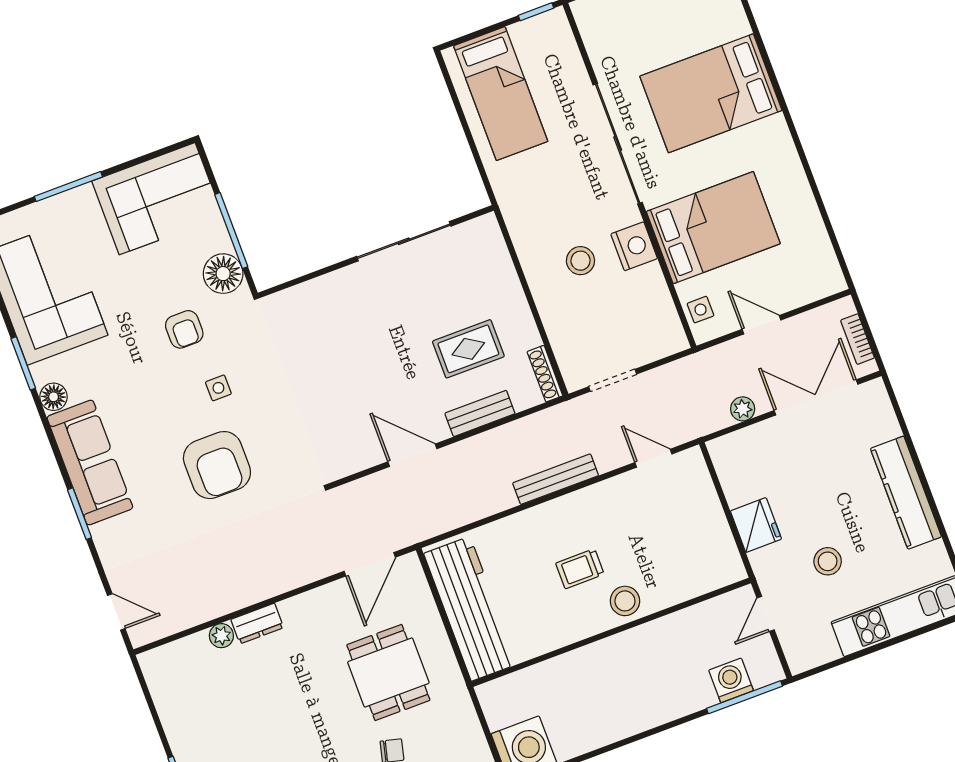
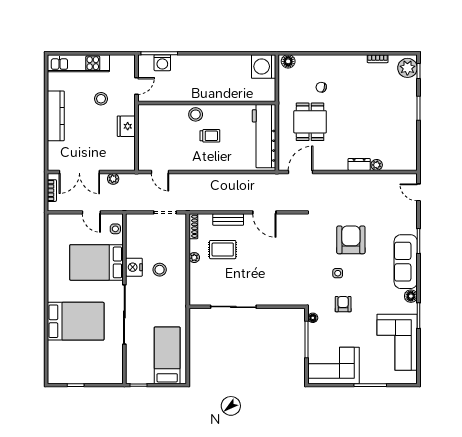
floor lamp: (223, 274) -> (313, 318), width x0.53, depth x0.53
plant: (520, 311) -> (194, 258), added
bench: (556, 479) -> (206, 179), removed

